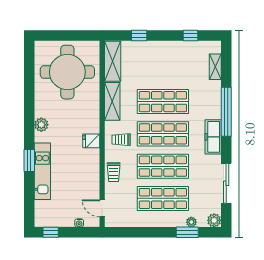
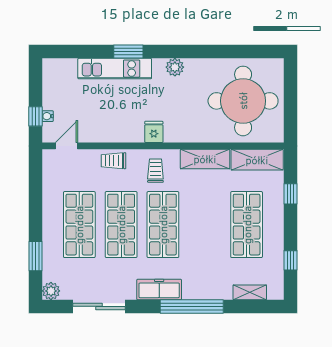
shop shelf: (163, 102) -> (247, 225), moved
plant: (191, 222) -> (49, 261), removed
window: (51, 232) -> (35, 116), moved

